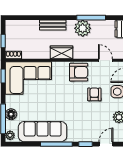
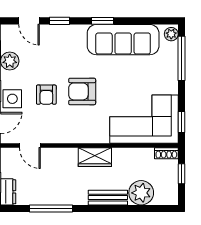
plant: (83, 28) -> (141, 193), moved
armchair: (79, 72) -> (82, 91), moved
floor lamp: (11, 114) -> (170, 65), removed
window: (56, 144) -> (103, 21), width x0.46
door: (106, 144) -> (29, 21), hinge flipped

